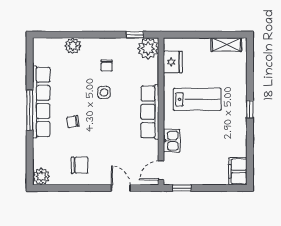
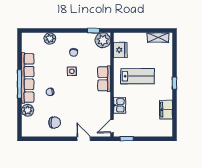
row of seats: (150, 112) -> (104, 79), width x0.68
filing cabinet: (238, 171) -> (166, 110), moved
plant: (41, 177) -> (28, 110), moved

